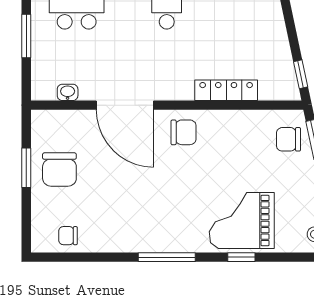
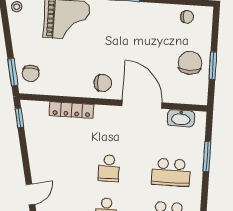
washbasin: (68, 92) -> (181, 118), width x1.91, depth x1.45
chair: (184, 132) -> (103, 83), turned 180
chair: (288, 139) -> (31, 73), turned 90

